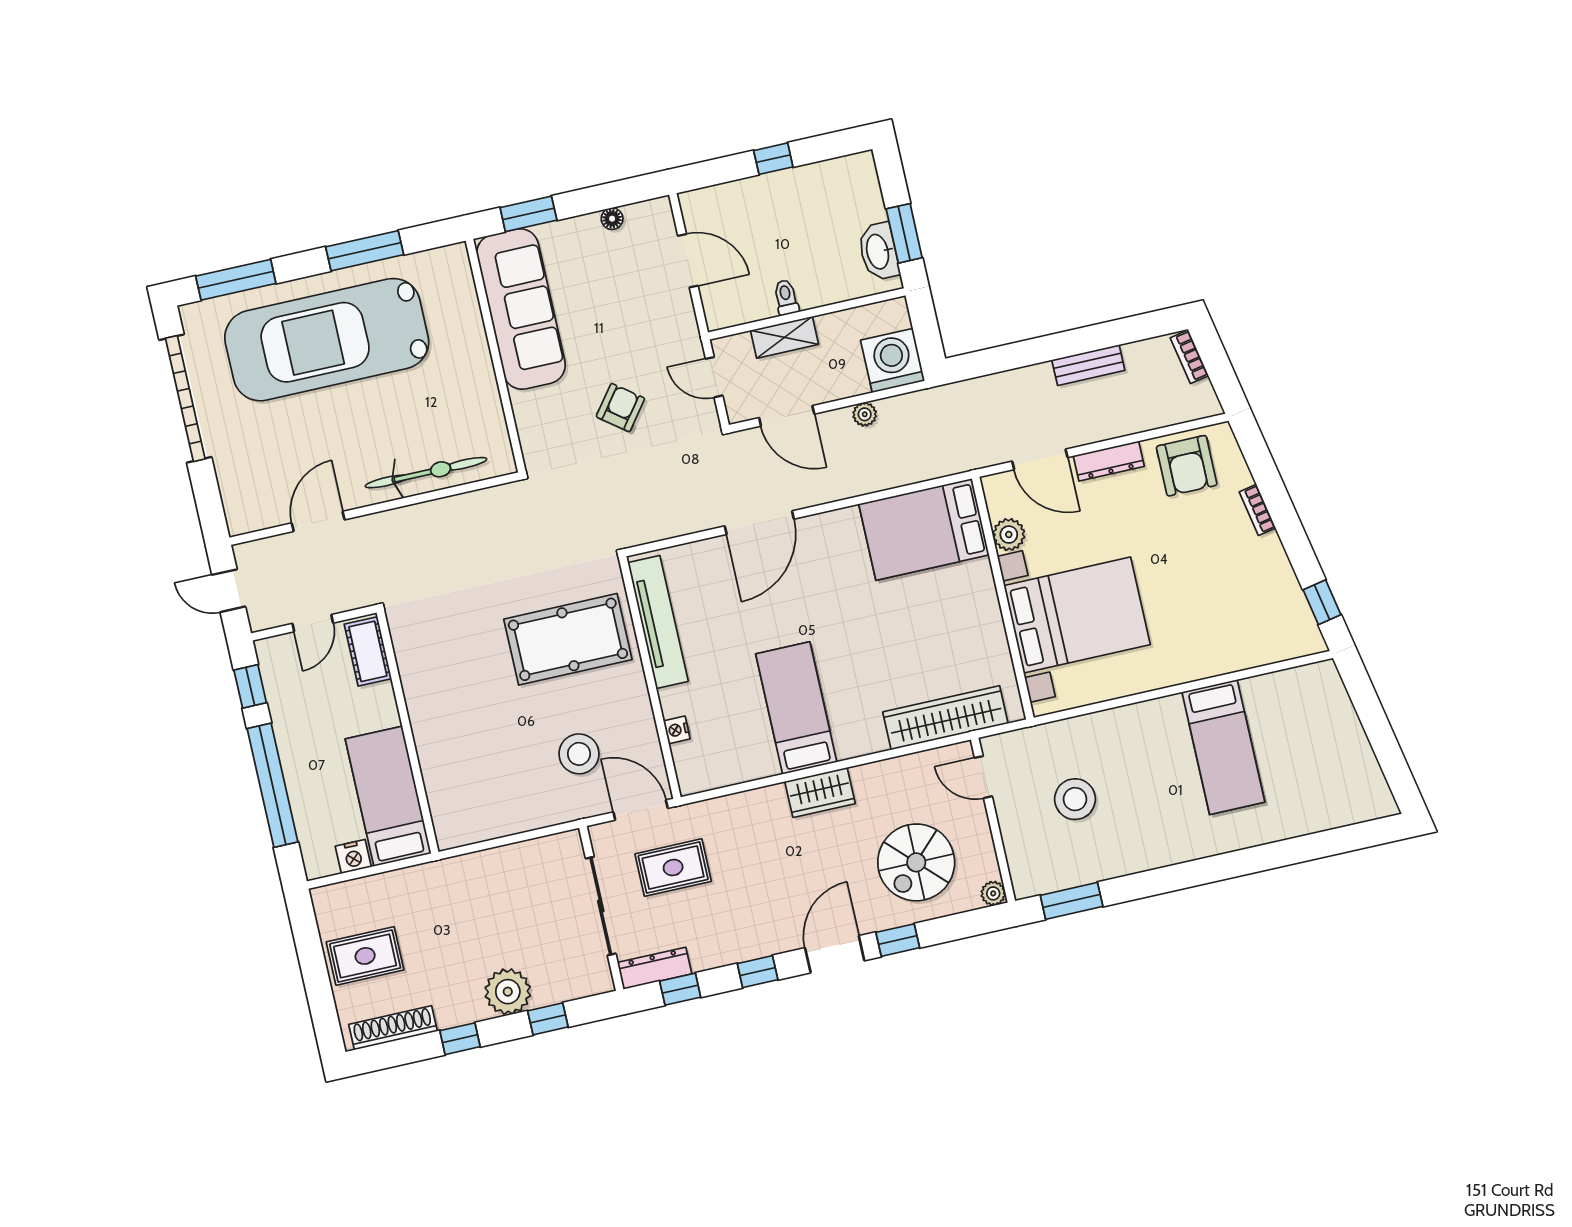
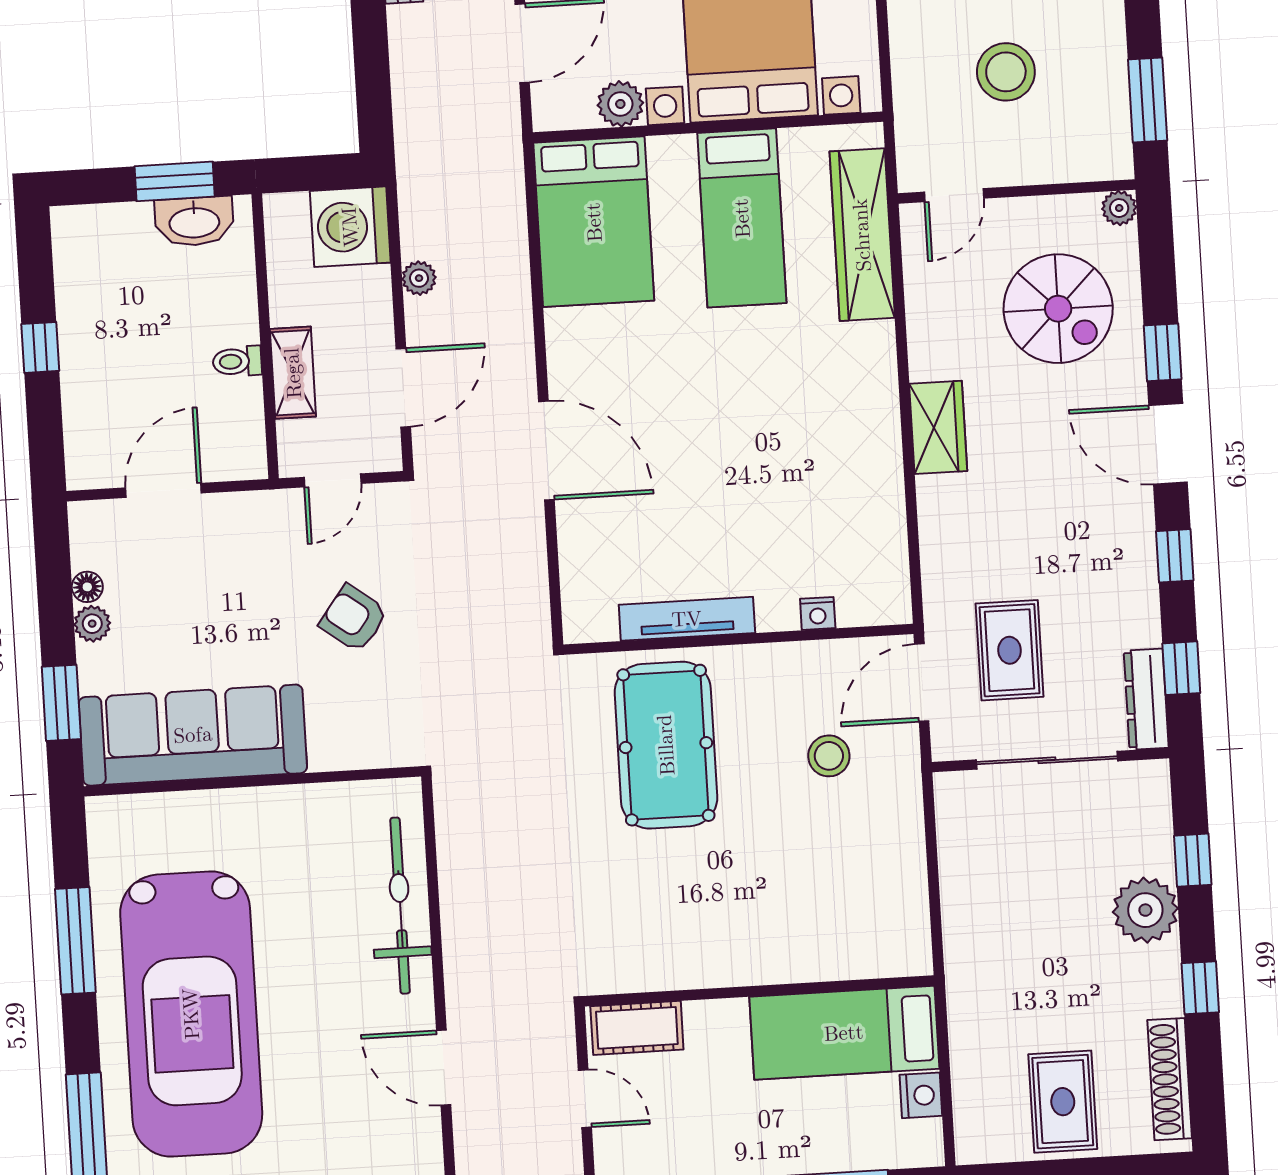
plant: (587, 226) -> (92, 624), added
tv unit: (658, 622) -> (687, 619), width x0.73, depth x0.78
bed: (796, 708) -> (742, 218), moved, turned -90
stool: (579, 754) -> (829, 756), width x0.73, depth x0.73

